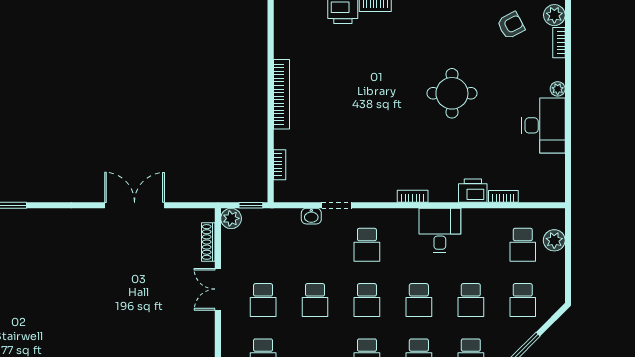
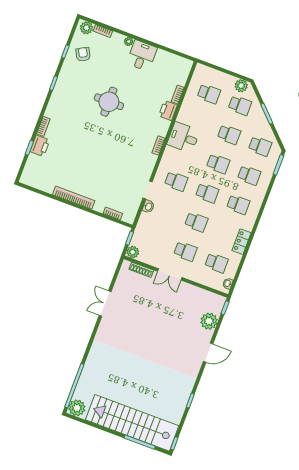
desk: (543, 125) -> (142, 56), width x0.73
double door: (135, 205) -> (105, 304), width x0.73
plant: (554, 240) -> (241, 86), moved

